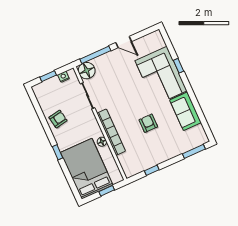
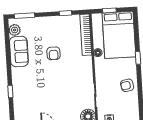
corner sofa: (161, 76) -> (28, 89), removed
bookcase: (111, 132) -> (86, 35), moved
plant: (199, 132) -> (15, 30), added

